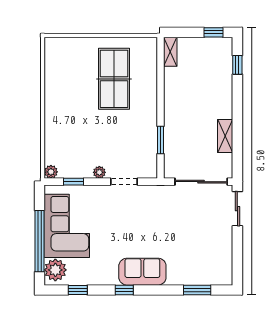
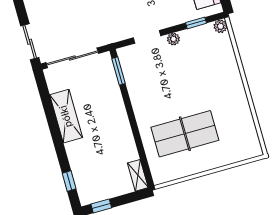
table tennis table: (114, 79) -> (185, 134), turned 90
shelving: (225, 136) -> (66, 116), width x1.50, depth x1.33
window: (160, 140) -> (119, 71), moved

